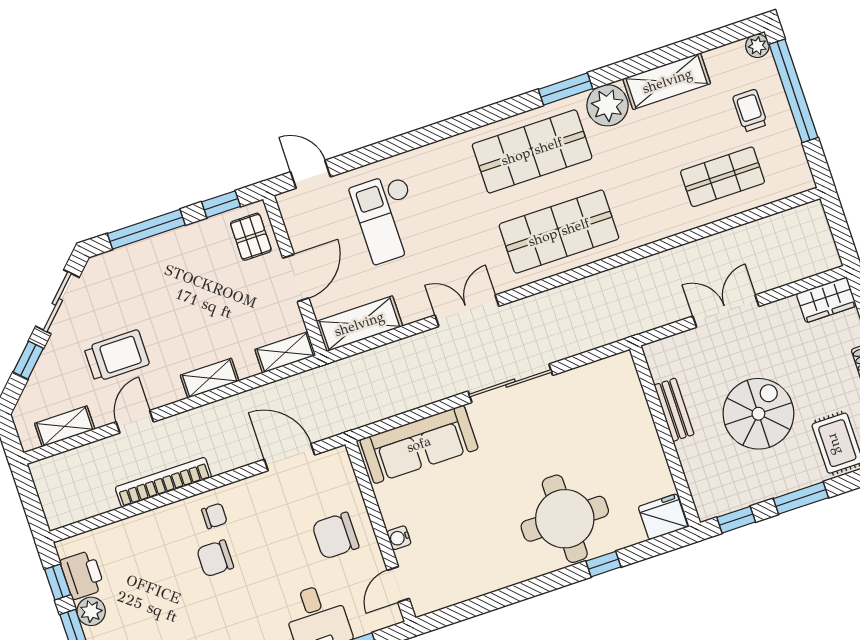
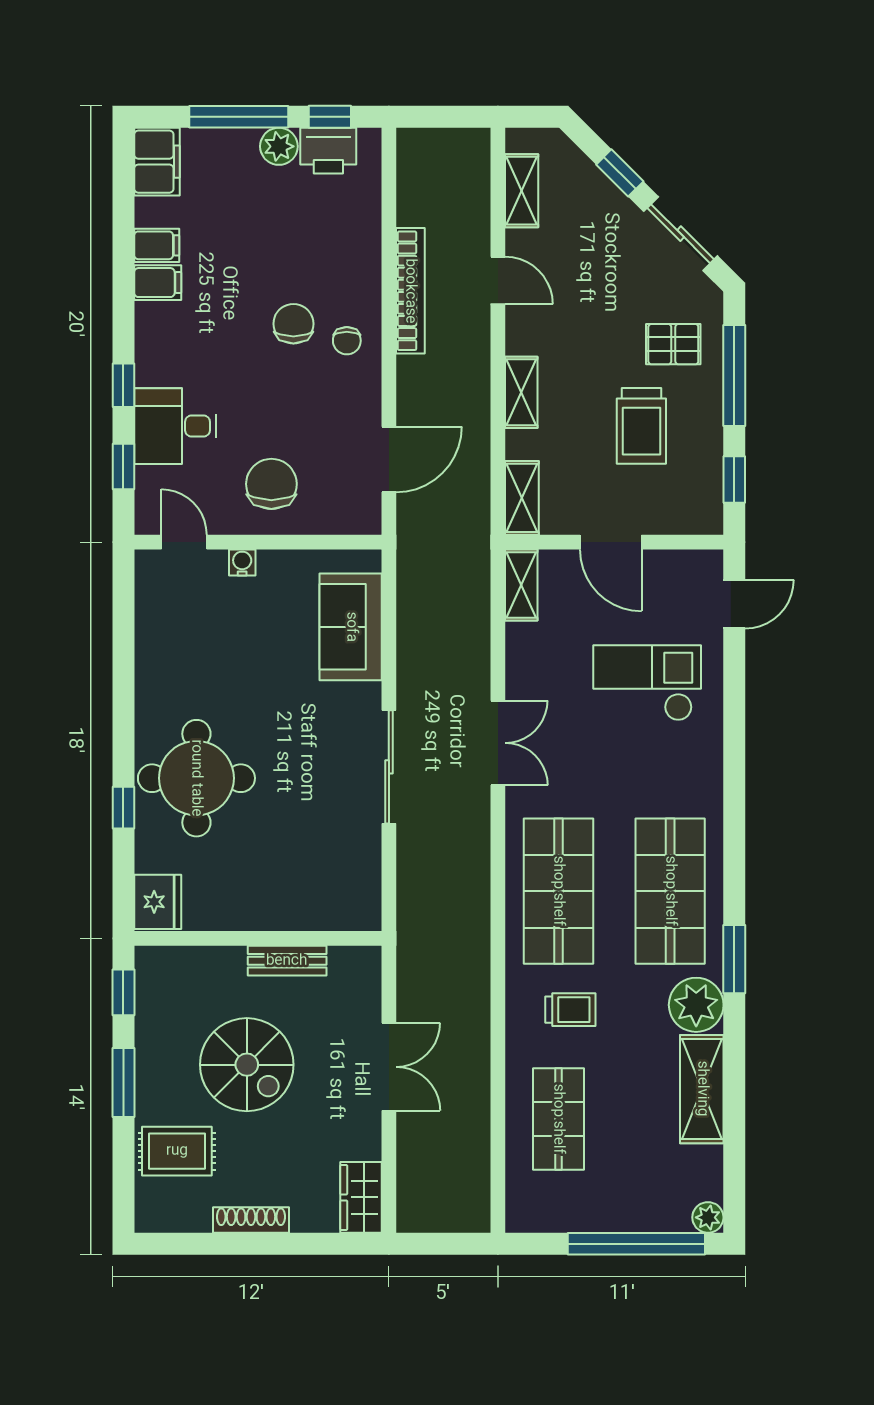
trolley: (750, 111) -> (570, 1010), moved
pallet: (251, 237) -> (673, 344), moved
shelving: (359, 324) -> (521, 585), width x0.67, depth x0.75
trolley: (117, 356) -> (641, 426), moved
sofa: (419, 444) -> (351, 627), width x0.73

